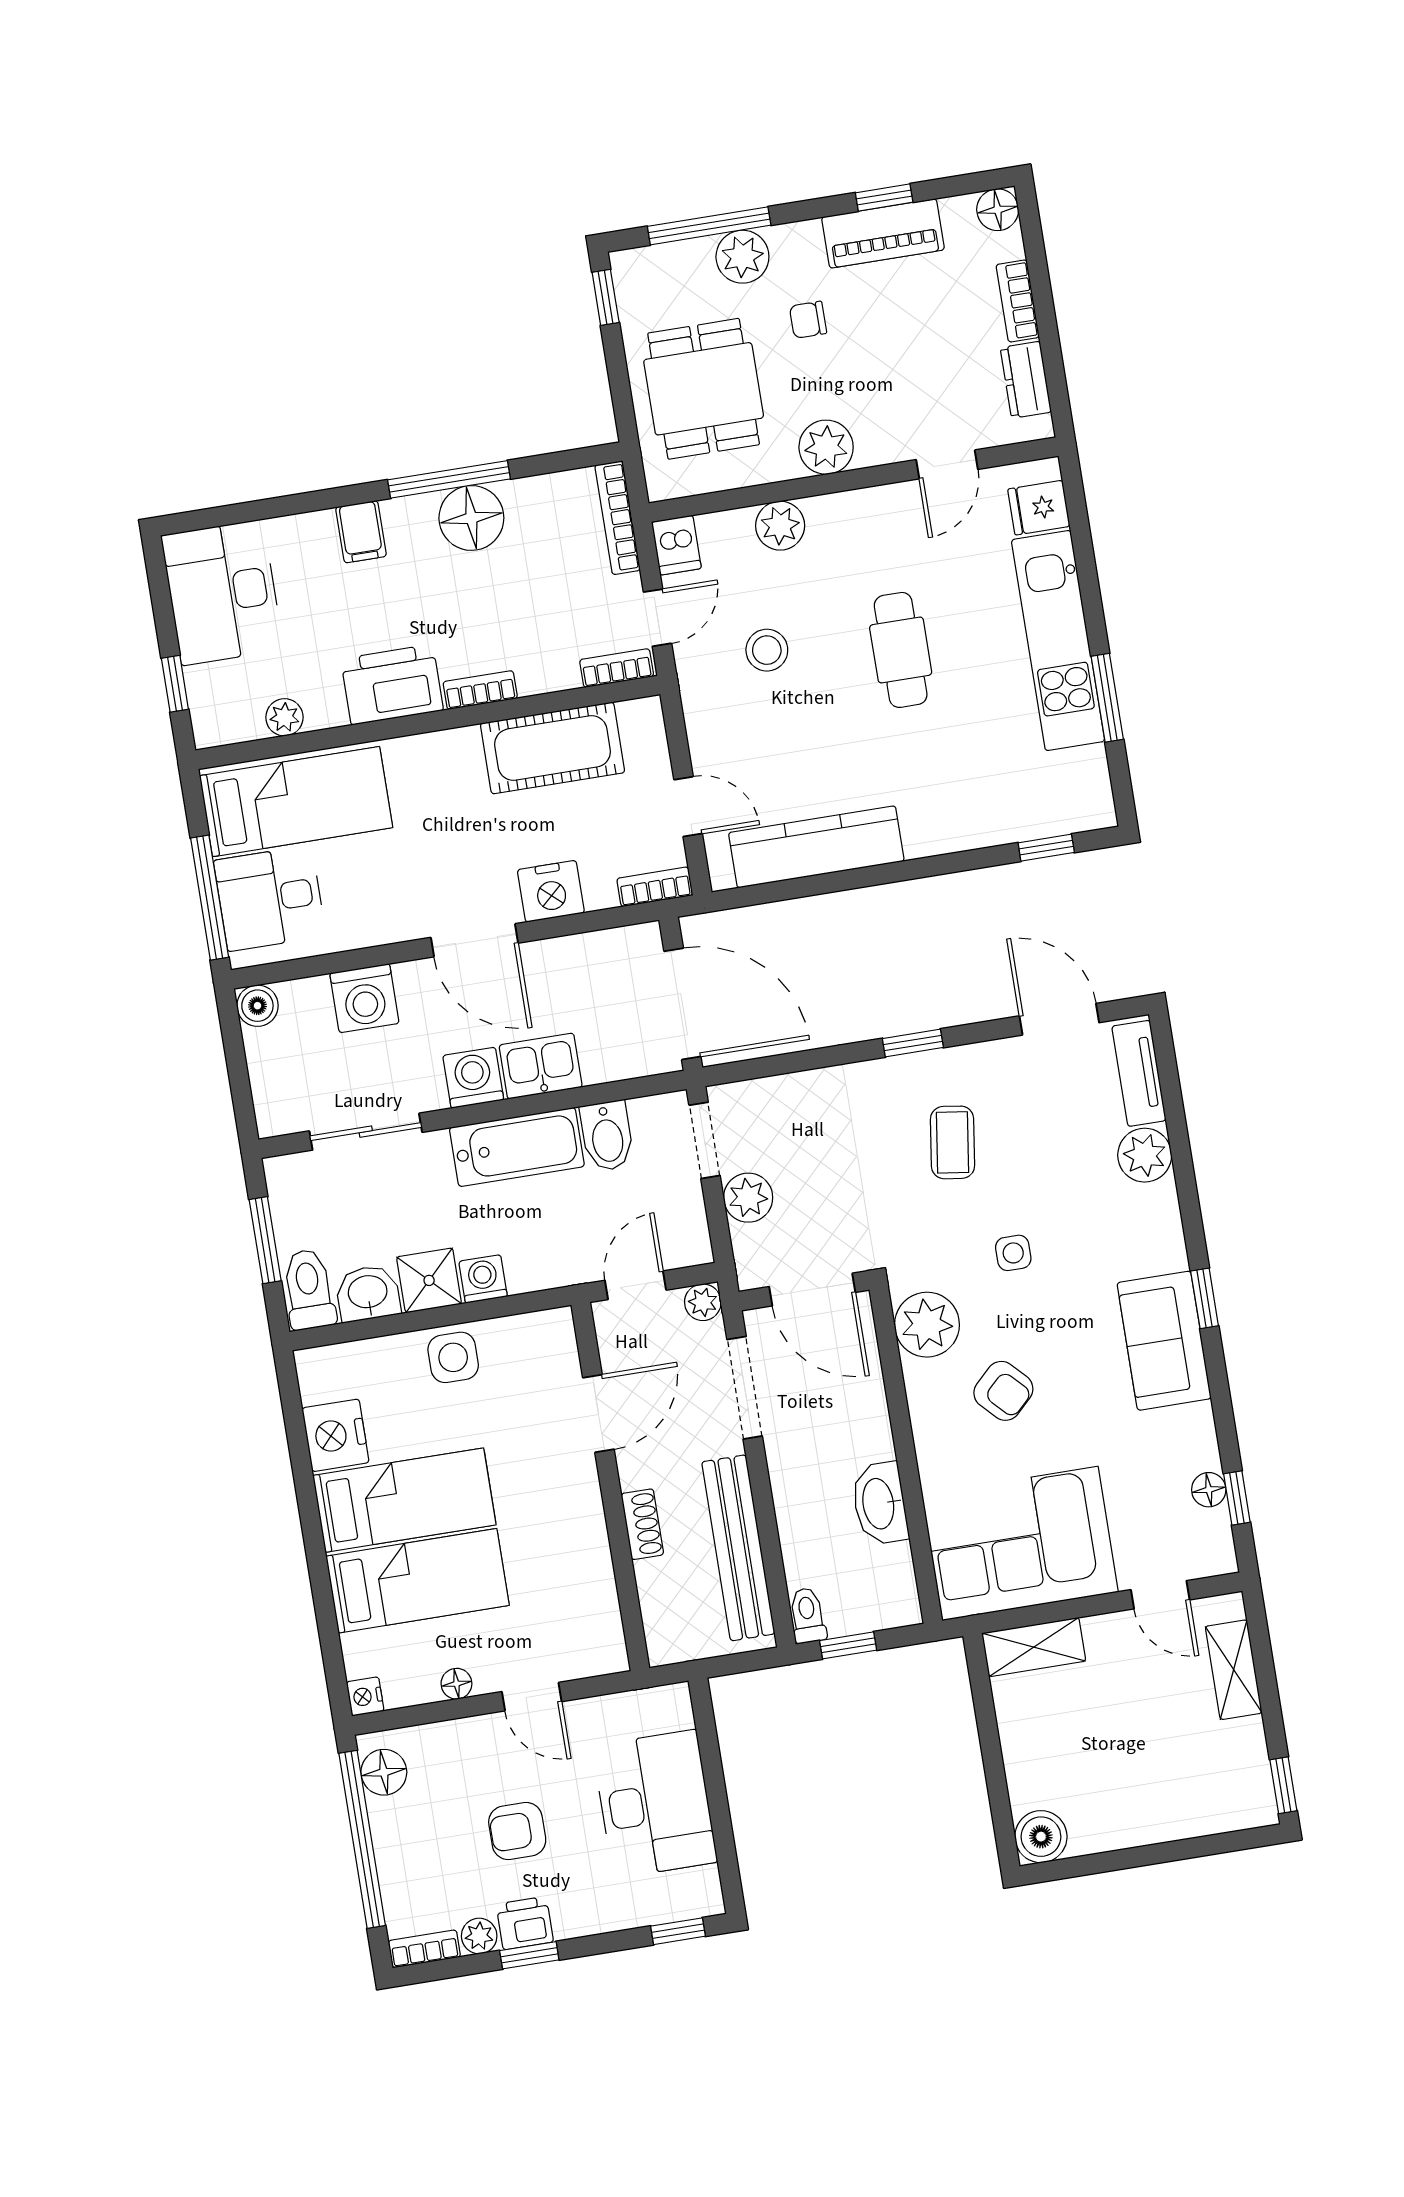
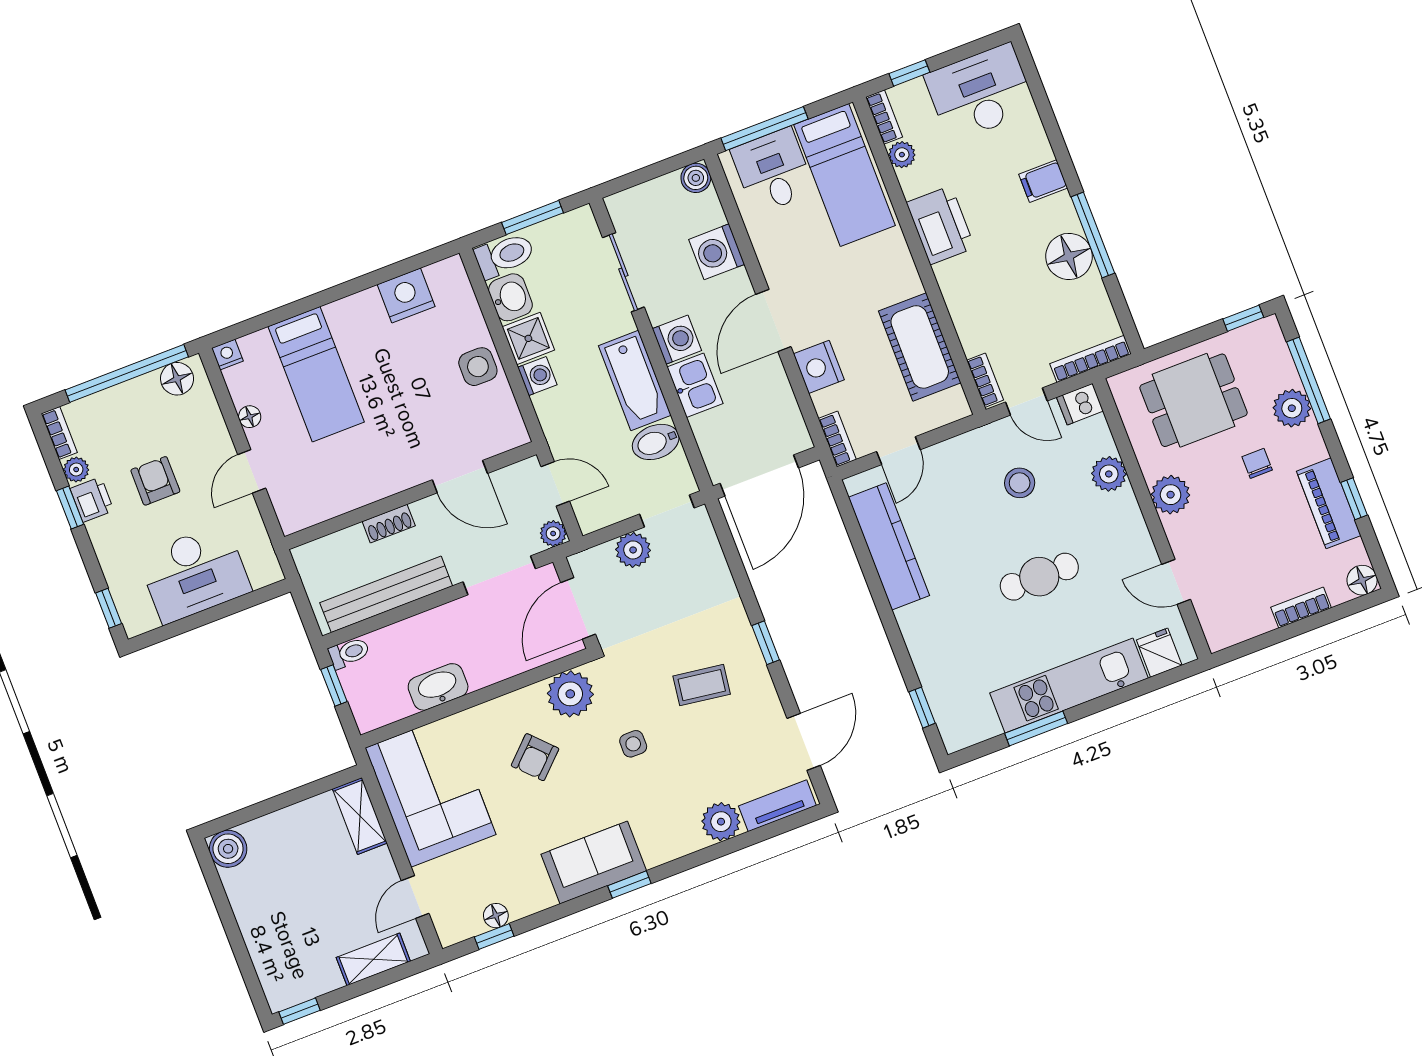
dresser: (1026, 380) -> (1247, 625), removed
bookcase: (480, 690) -> (884, 117), moved
bed: (404, 1500) -> (371, 353), removed

